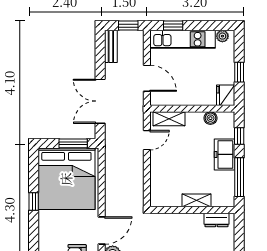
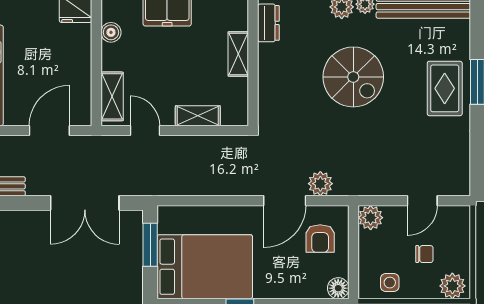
shelving: (156, 174) -> (198, 116), added
bed: (66, 179) -> (205, 267), width x0.73
door: (102, 230) -> (285, 201), swing flipped

